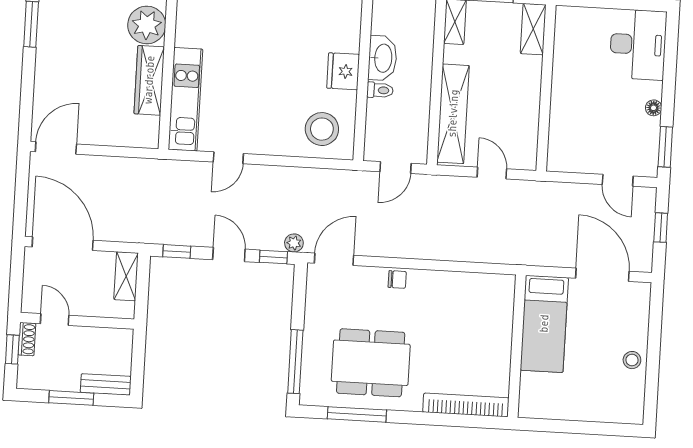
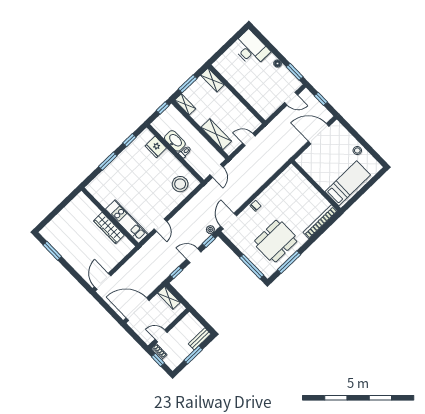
plant: (147, 25) -> (89, 211), removed
fridge: (343, 71) -> (156, 147), moved
shelving: (453, 114) -> (216, 134), width x0.68
bed: (544, 324) -> (348, 183), moved, turned -90

